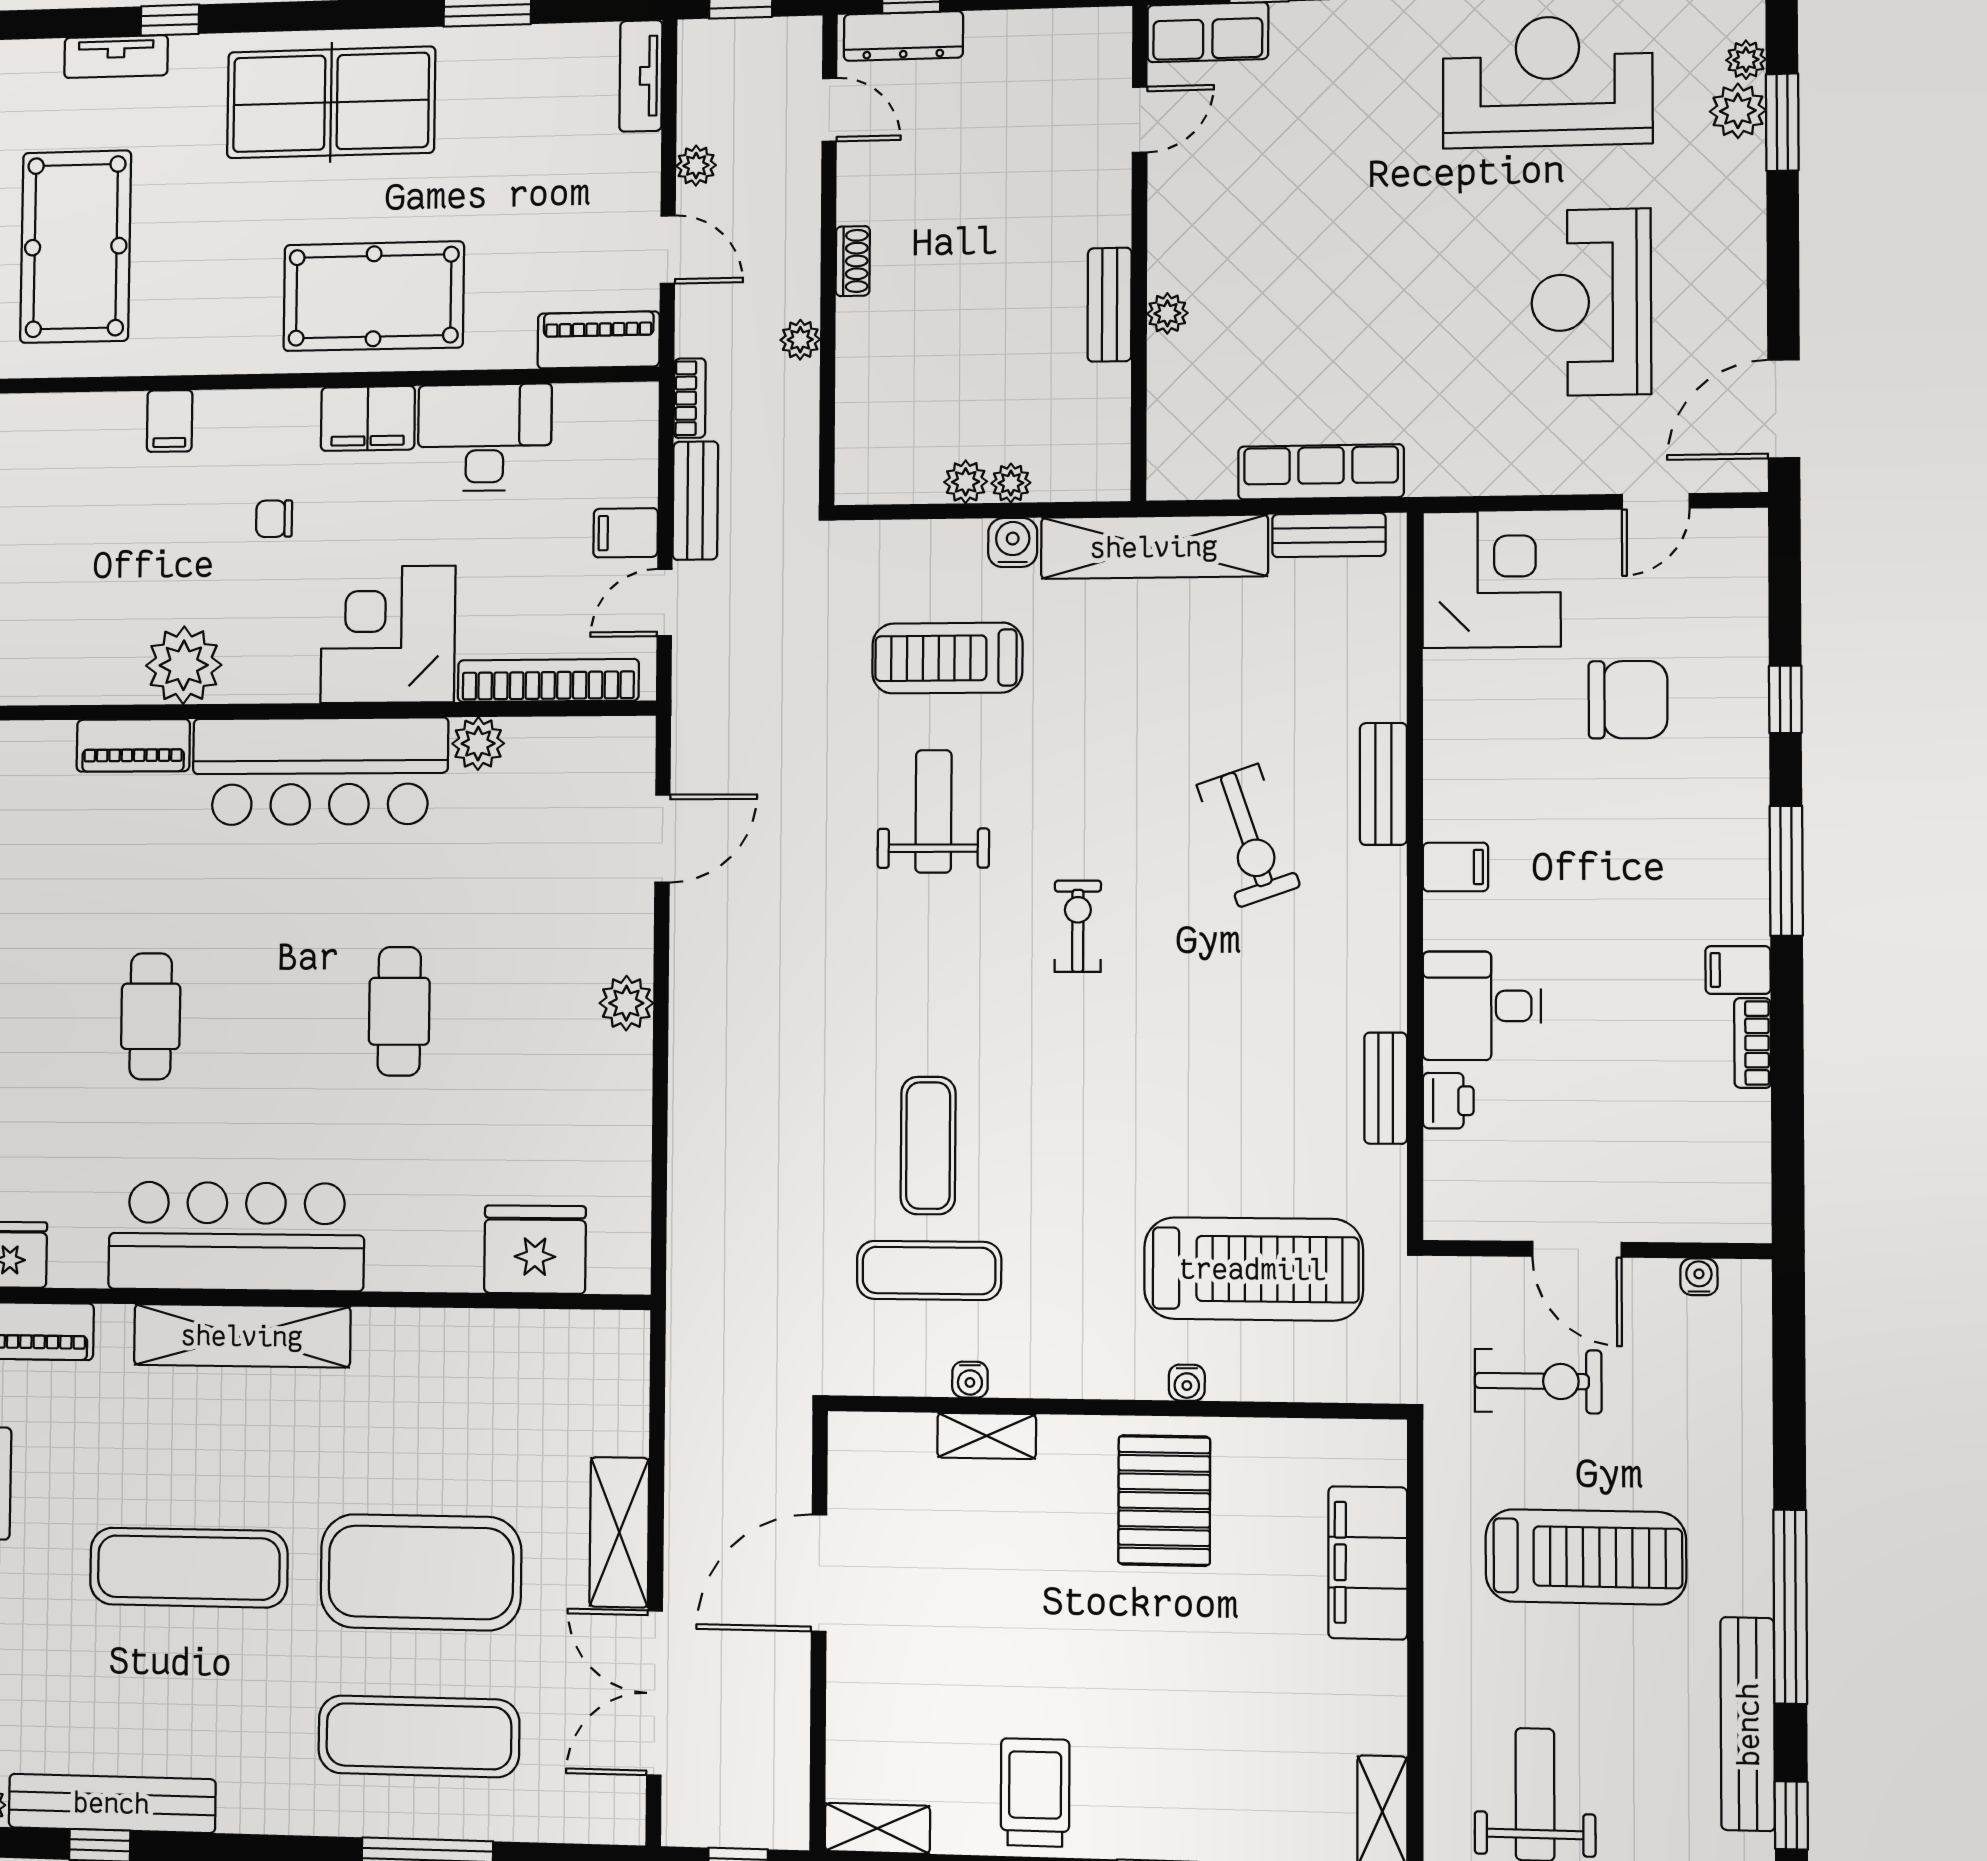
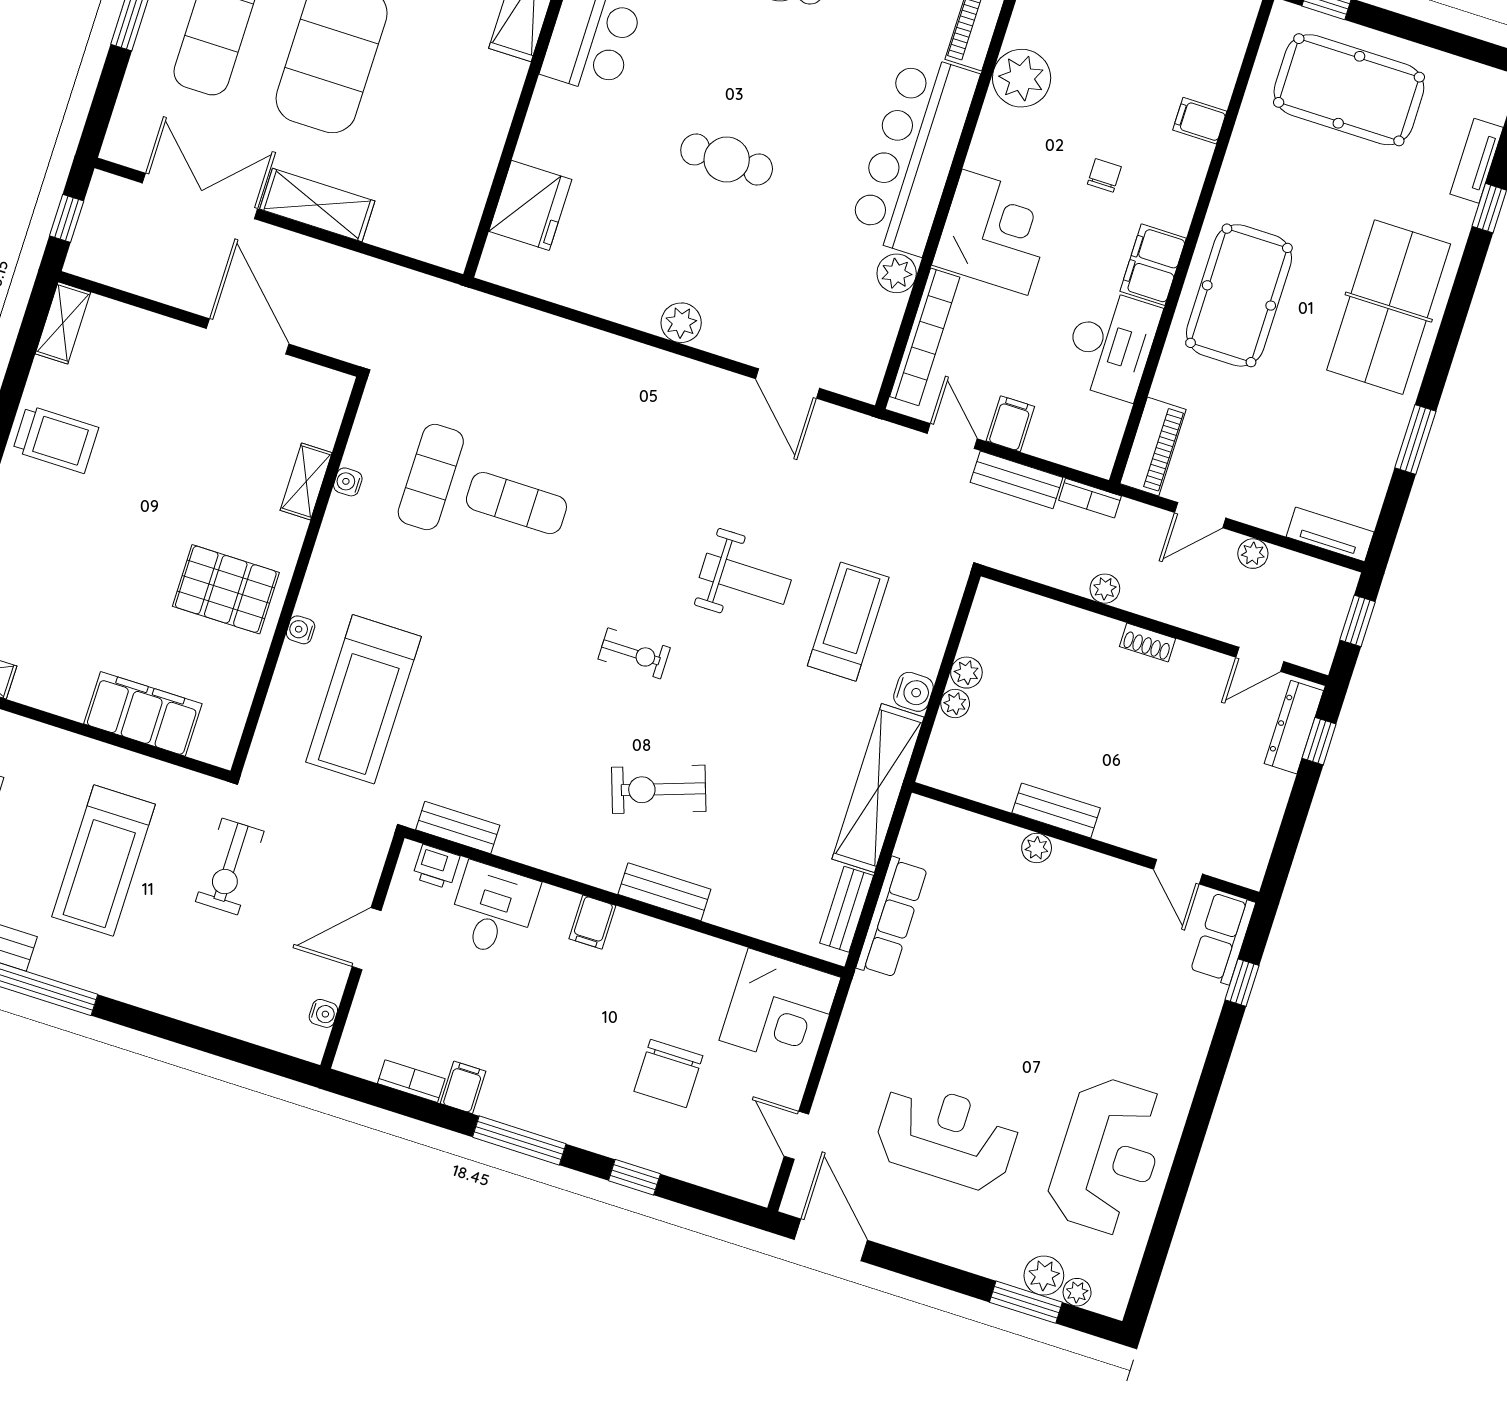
door: (1577, 1249) -> (367, 939), moved
wall: (1597, 1250) -> (362, 952), moved
water cooler: (1699, 1277) -> (323, 1013), moved

